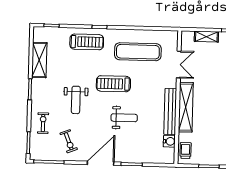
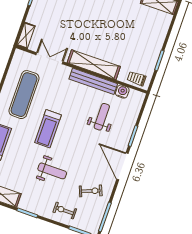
shelving: (206, 37) -> (26, 36), moved
weight bench: (124, 118) -> (102, 117), moved

